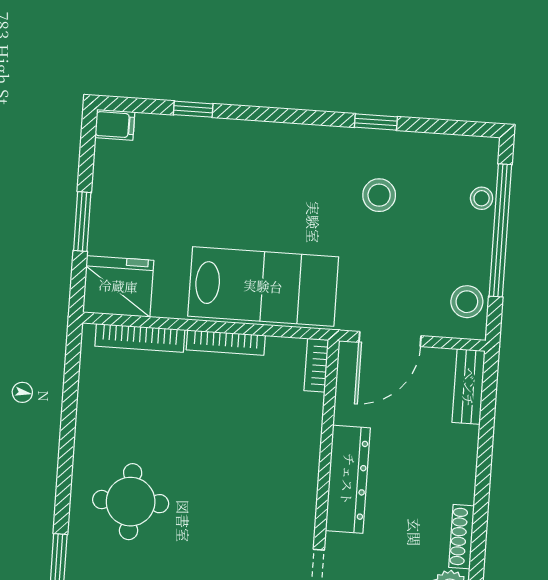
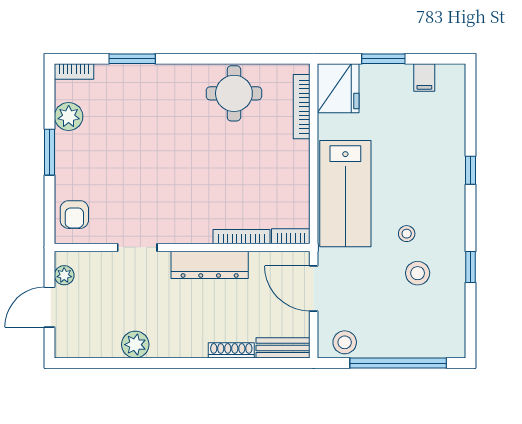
window: (193, 109) -> (471, 170), moved
filing cabinet: (115, 125) -> (424, 78), moved
stool: (482, 198) -> (407, 234), moved
bookcase: (226, 343) -> (241, 237), moved, turned 90
round table: (131, 502) -> (234, 93), moved
shoe rack: (462, 537) -> (231, 350), moved

